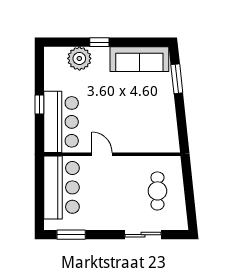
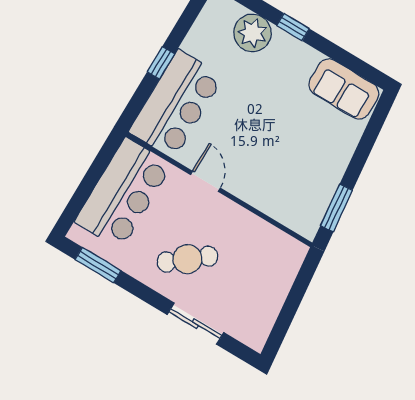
sofa: (139, 59) -> (344, 89), width x0.73
window: (177, 79) -> (336, 208), moved
cafe table: (157, 191) -> (187, 259), moved, turned 51

